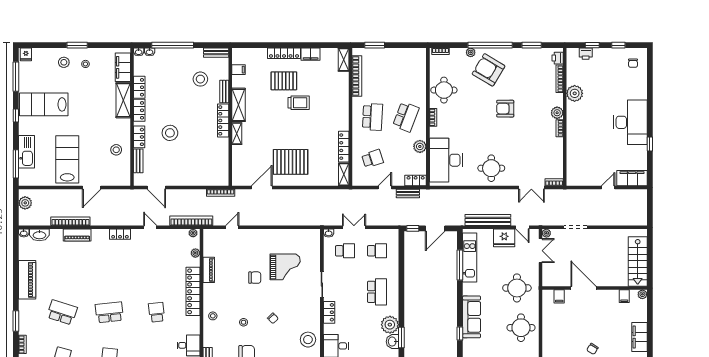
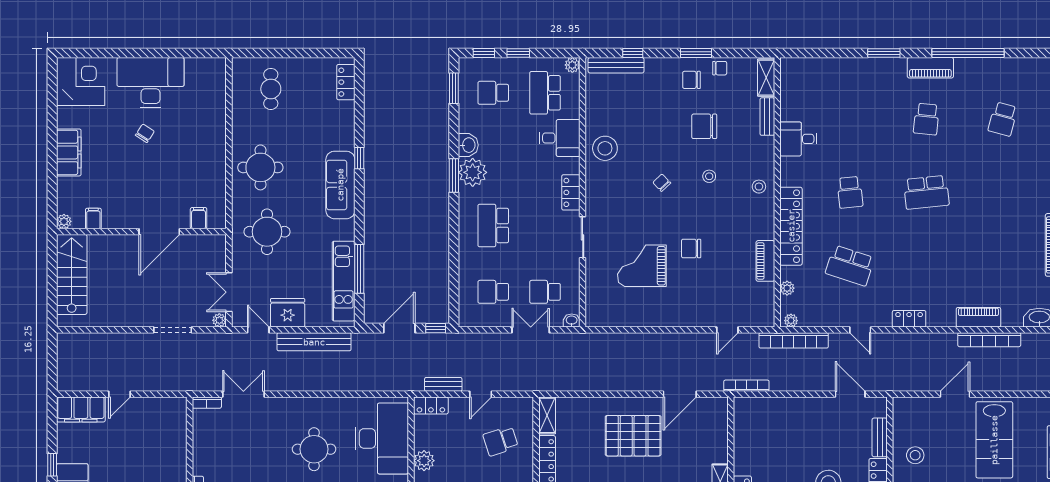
round table: (491, 168) -> (314, 449), moved
double door: (354, 227) -> (531, 330), swing flipped
door: (583, 288) -> (159, 232), hinge flipped
school desk: (62, 312) -> (850, 266), moved
window: (401, 338) -> (454, 175), moved

